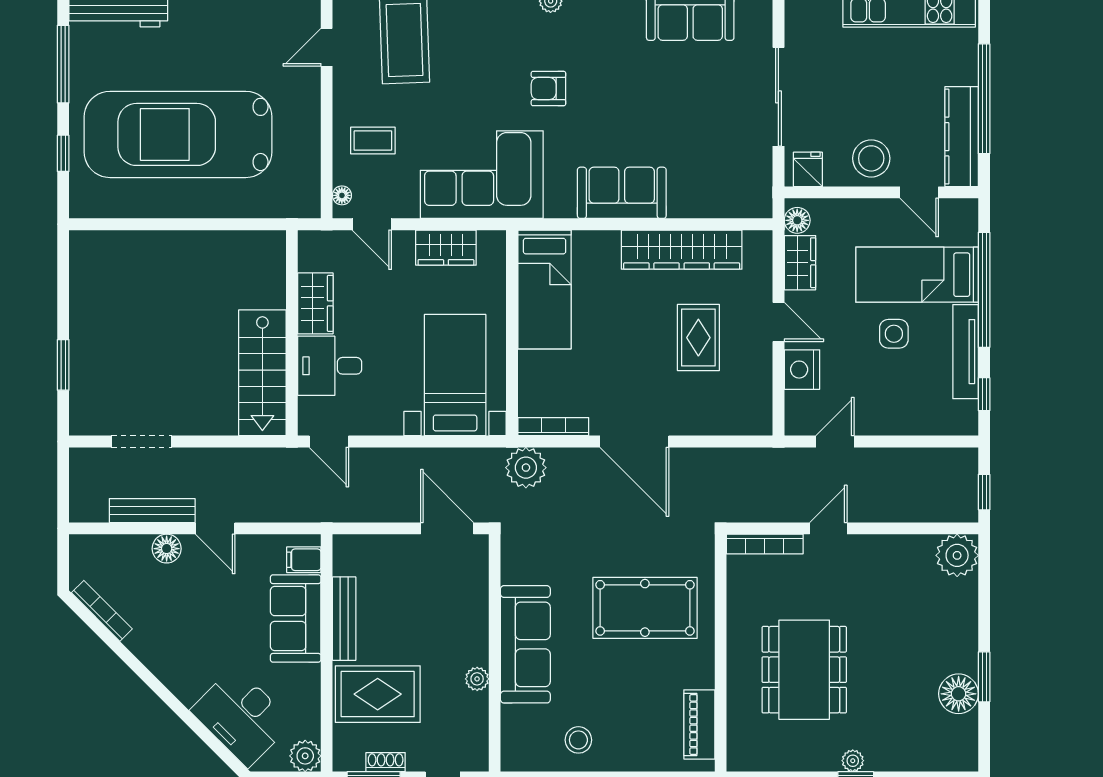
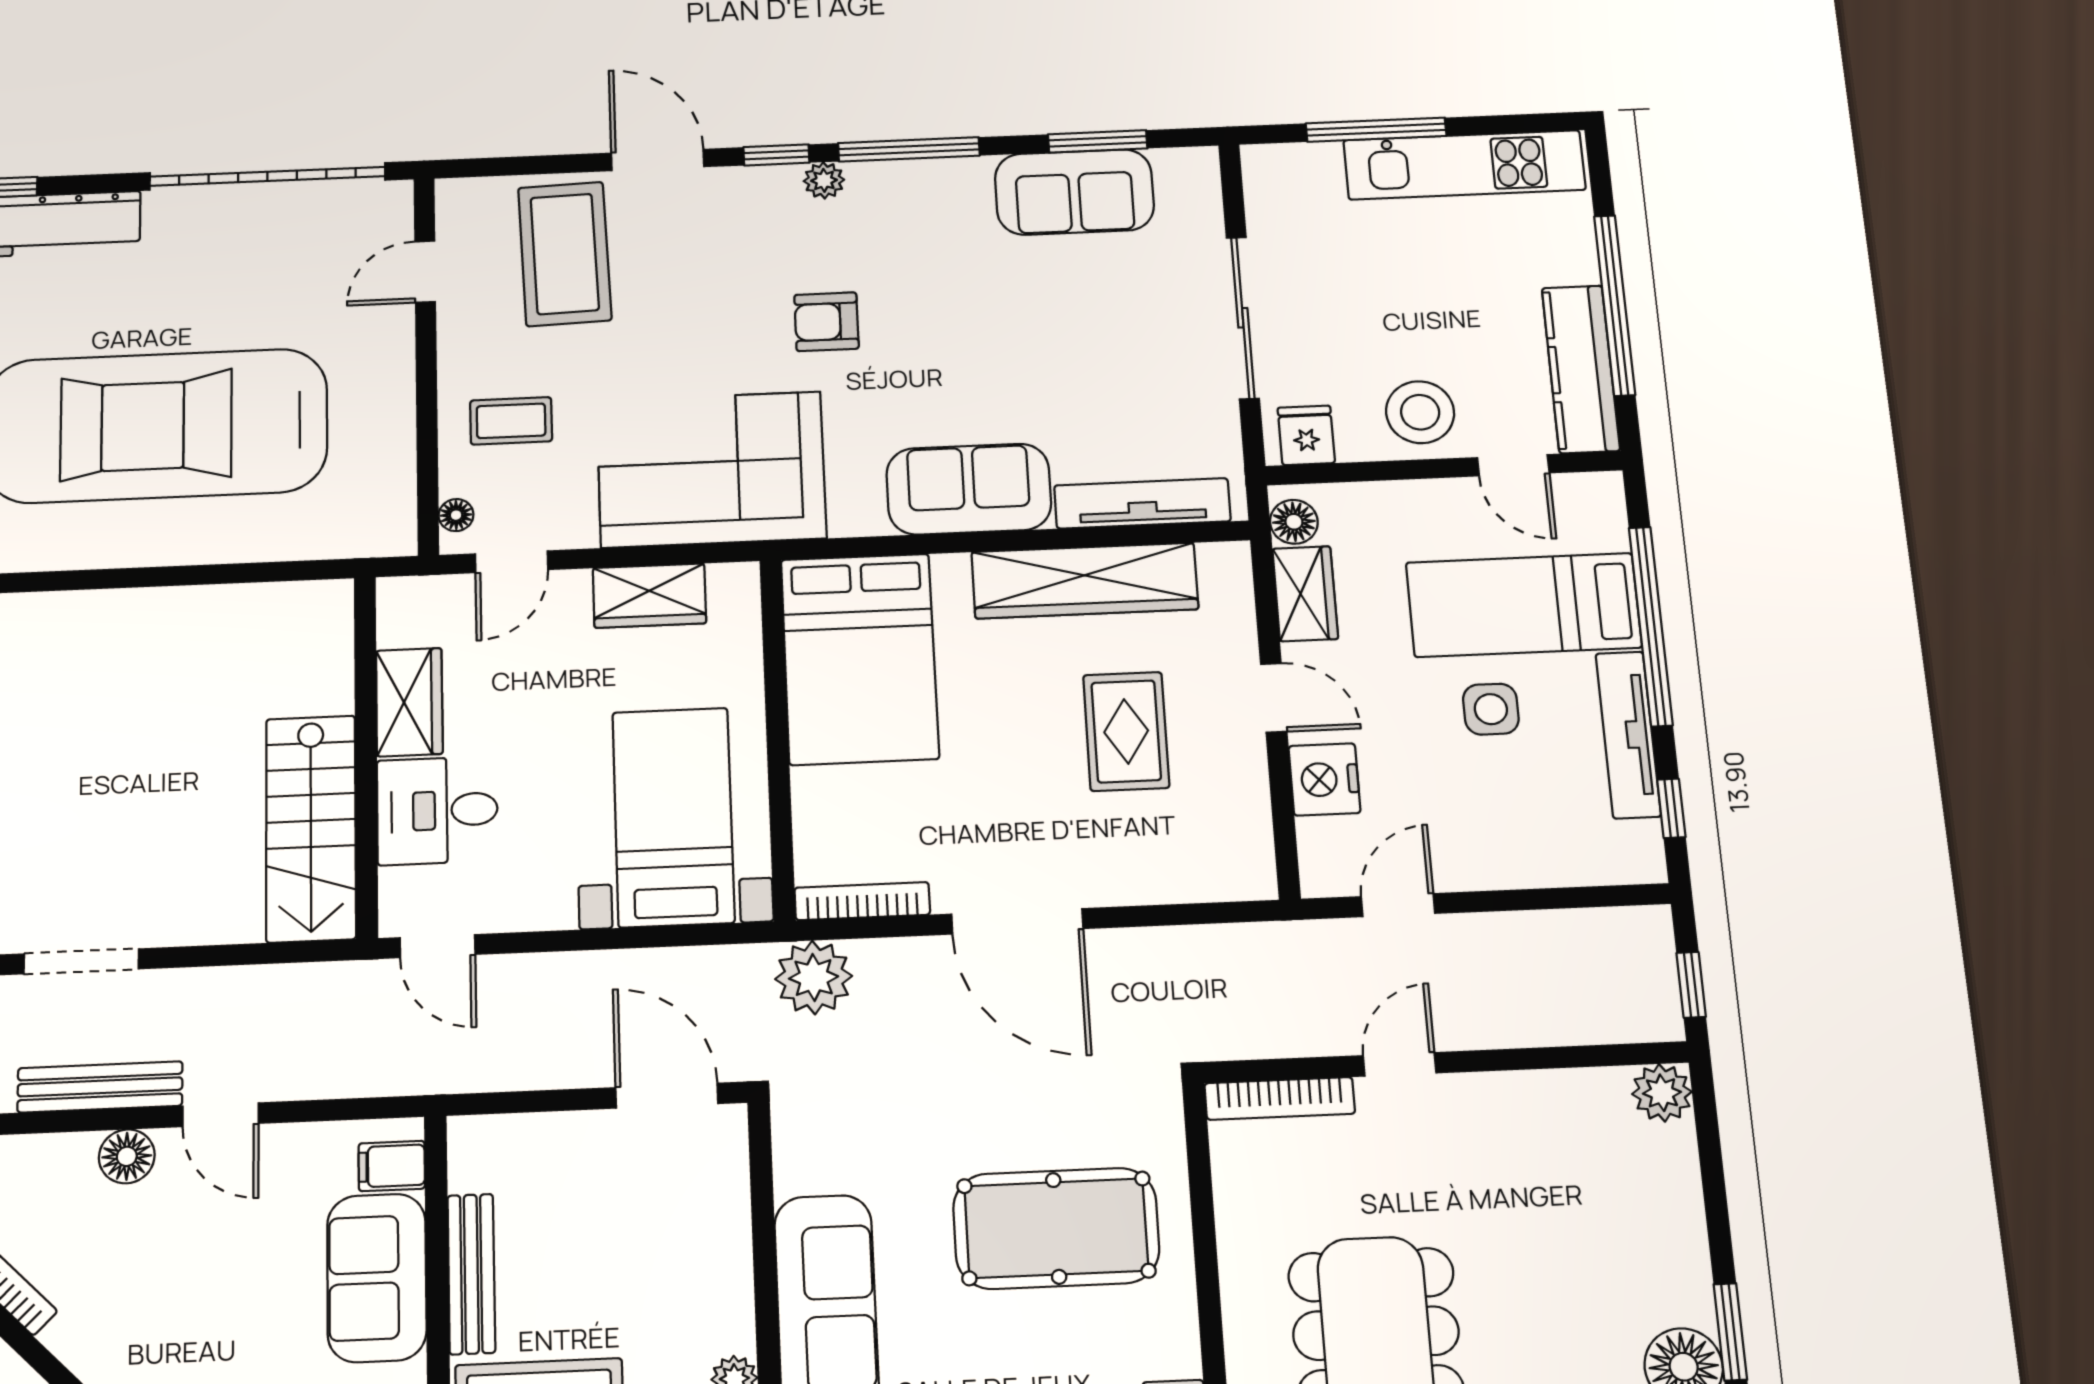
tv unit: (716, 206) -> (1142, 503), added
door: (372, 224) -> (512, 562), hinge flipped
bed: (545, 289) -> (860, 659), width x1.50
plant: (957, 555) -> (1662, 1093), width x0.73, depth x0.73

